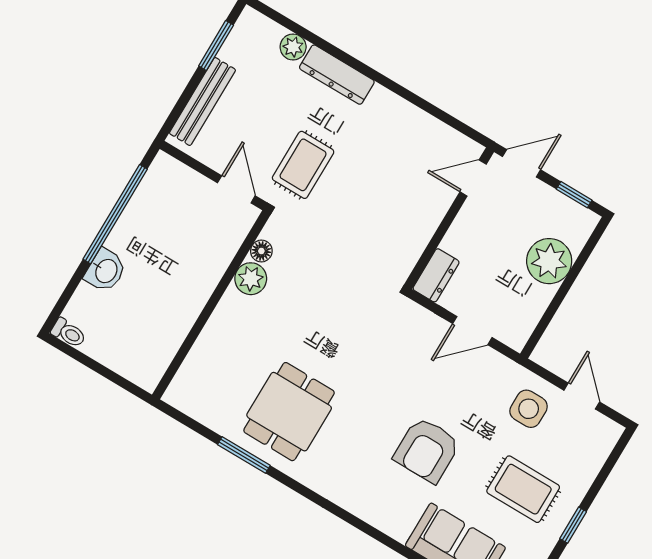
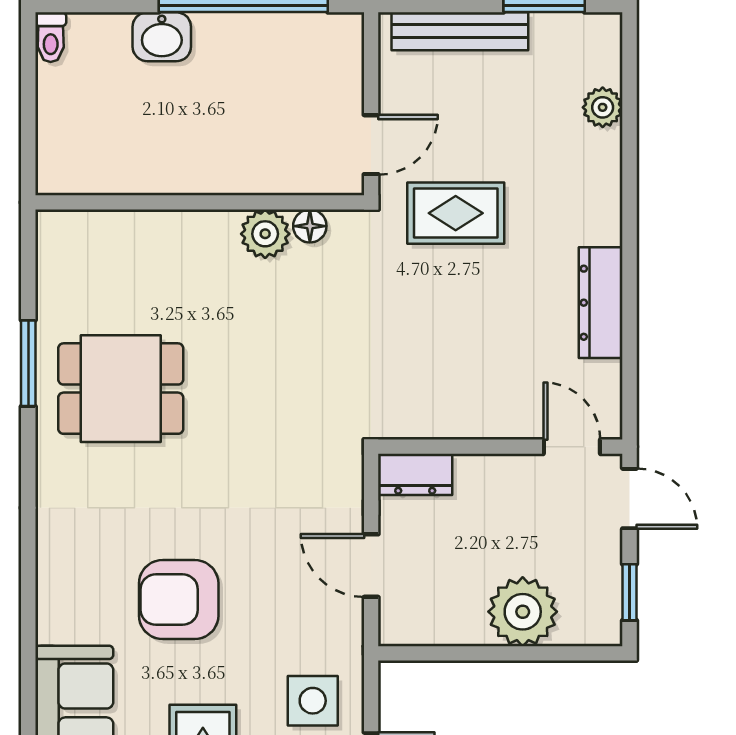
dresser: (337, 75) -> (601, 303), moved

